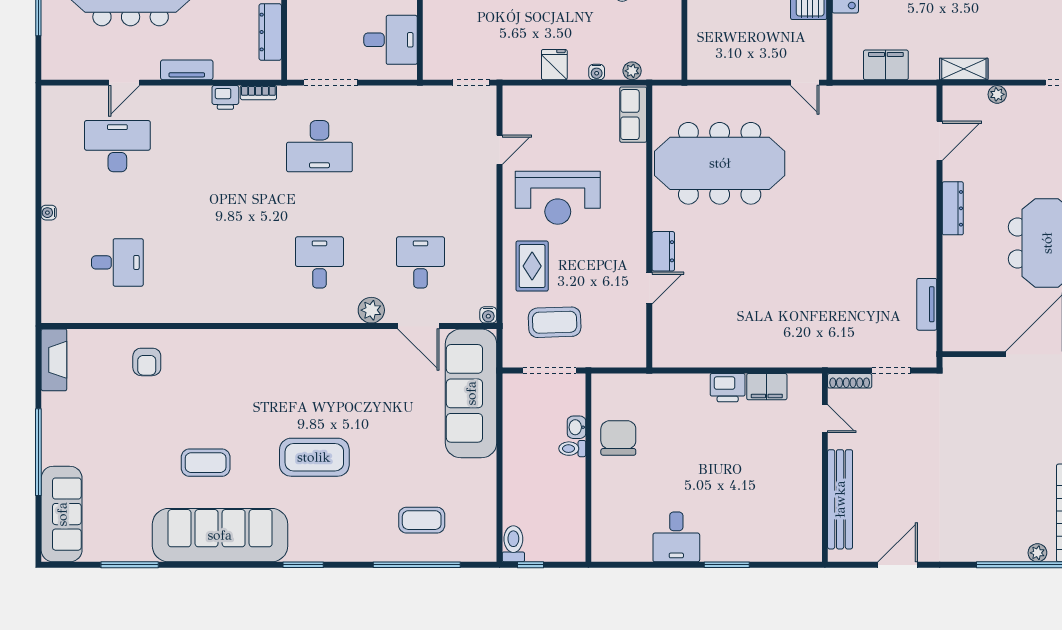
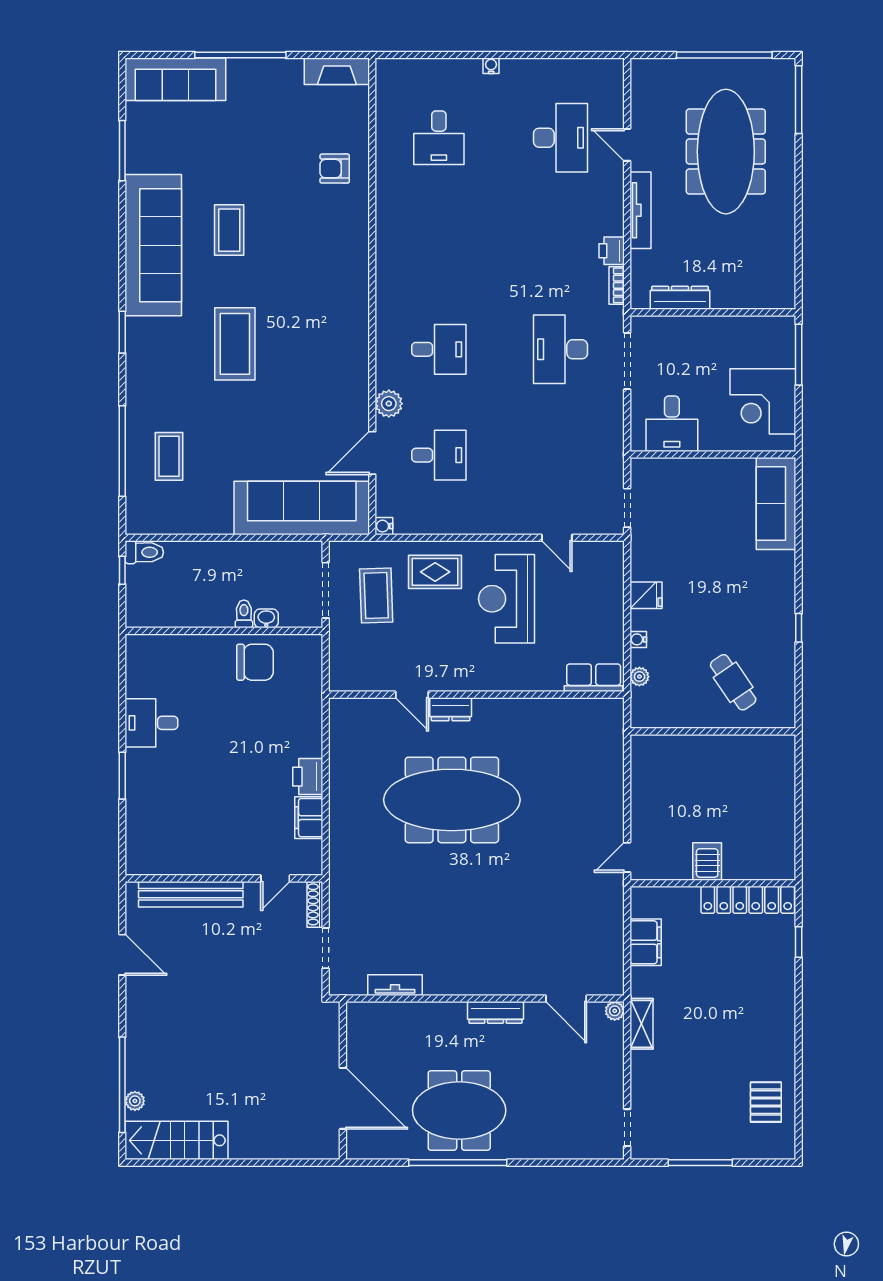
tv unit: (187, 70) -> (640, 210), width x1.41
plant: (997, 94) -> (615, 1011), moved
meeting table: (720, 163) -> (452, 800), moved, turned 90

